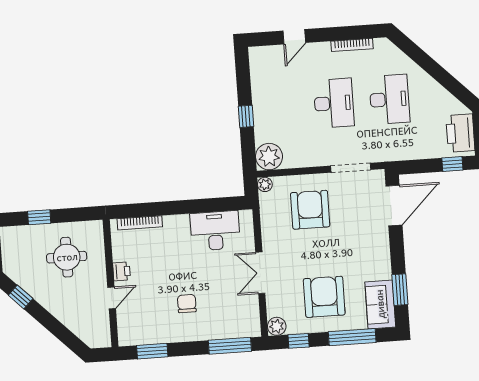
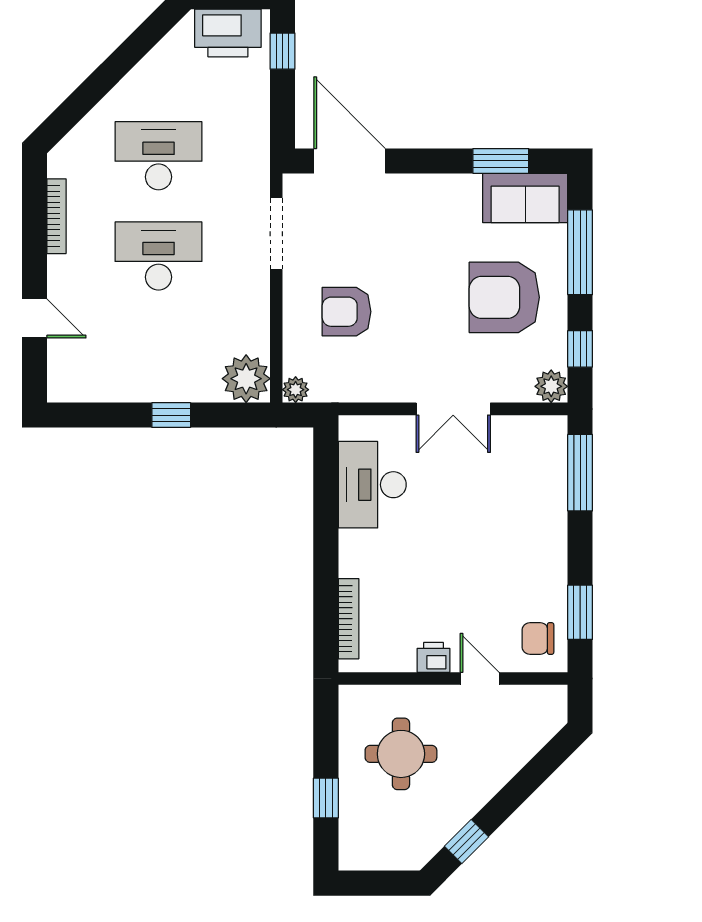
armchair: (310, 210) -> (347, 312), width x0.73, depth x0.73
chair: (187, 304) -> (538, 639), moved

